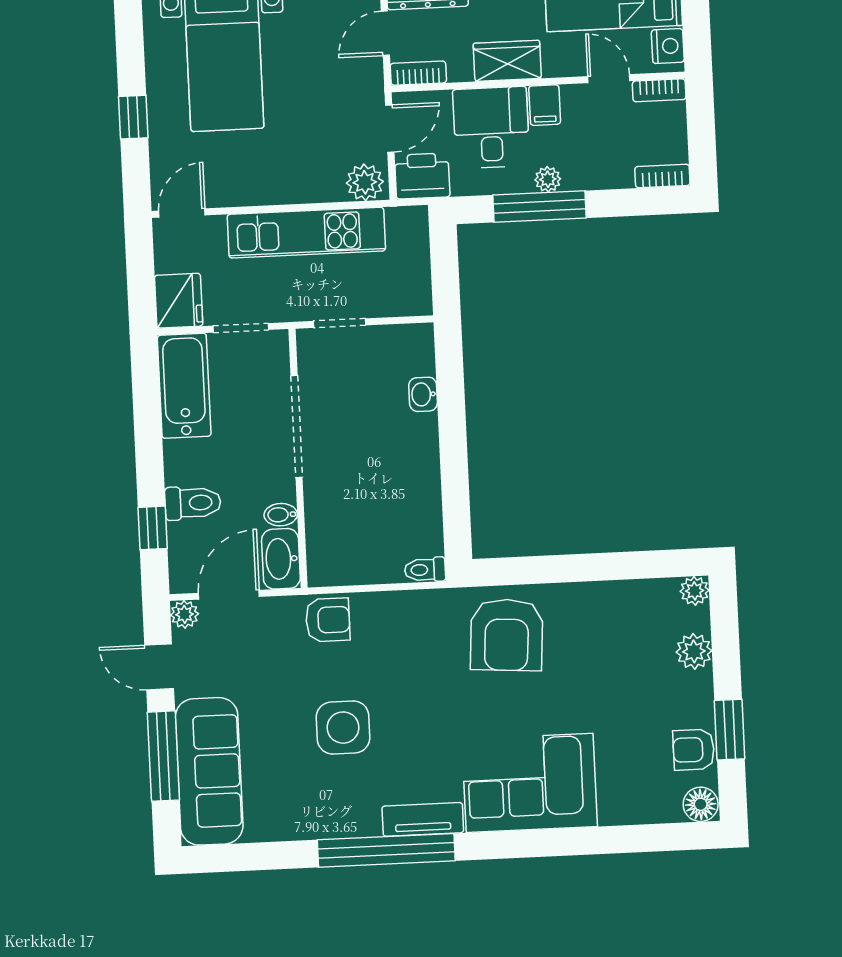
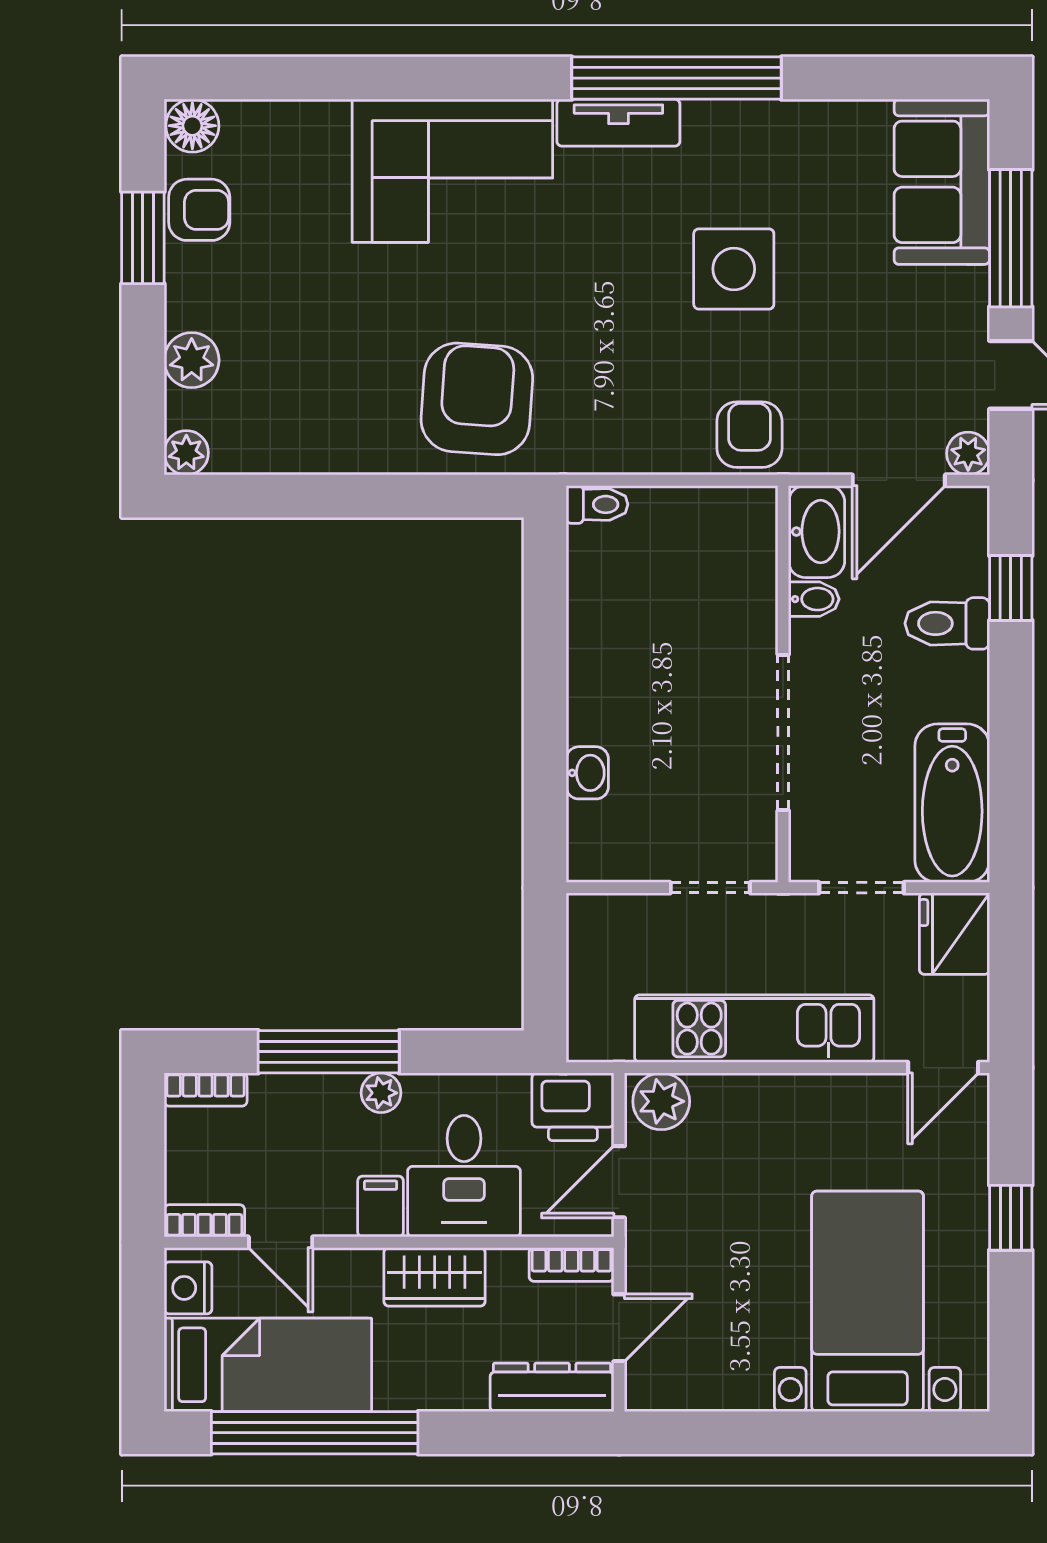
window: (540, 206) -> (329, 1052), moved
armchair: (328, 620) -> (749, 435), turned 90
sofa: (209, 771) -> (942, 182), width x0.73

